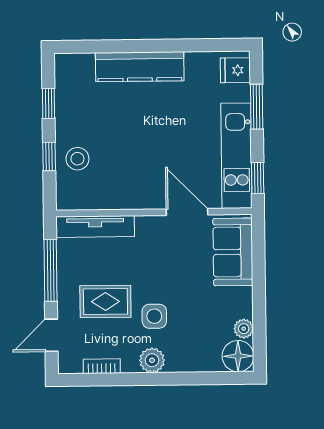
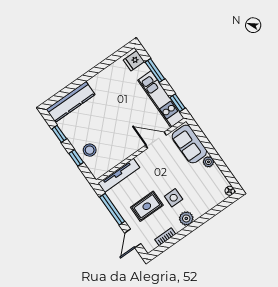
kitchen counter: (140, 67) -> (71, 102), moved
plant: (244, 329) -> (208, 162), moved
floor lamp: (238, 356) -> (230, 191), width x0.53, depth x0.53

